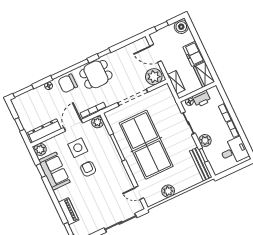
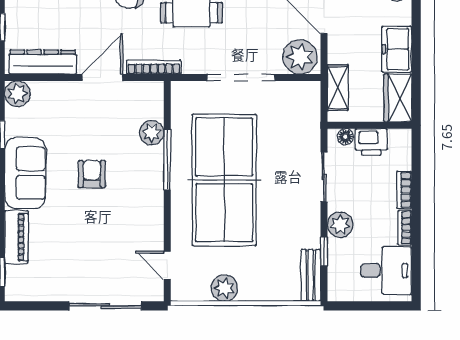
plant: (98, 122) -> (152, 133), moved
side table: (78, 148) -> (91, 124), removed
bench: (201, 164) -> (311, 275), width x0.73
sofa: (54, 171) -> (25, 173), moved

